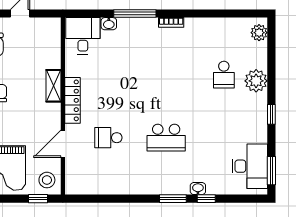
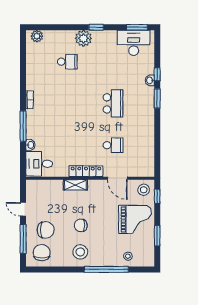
plant: (256, 81) -> (83, 38), moved
school desk: (108, 138) -> (113, 145), turned -90

